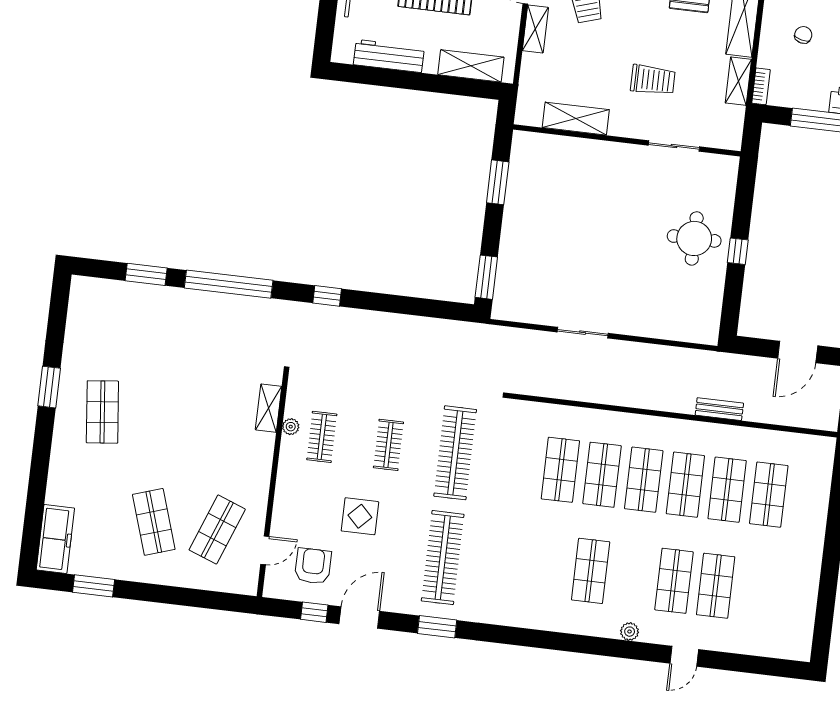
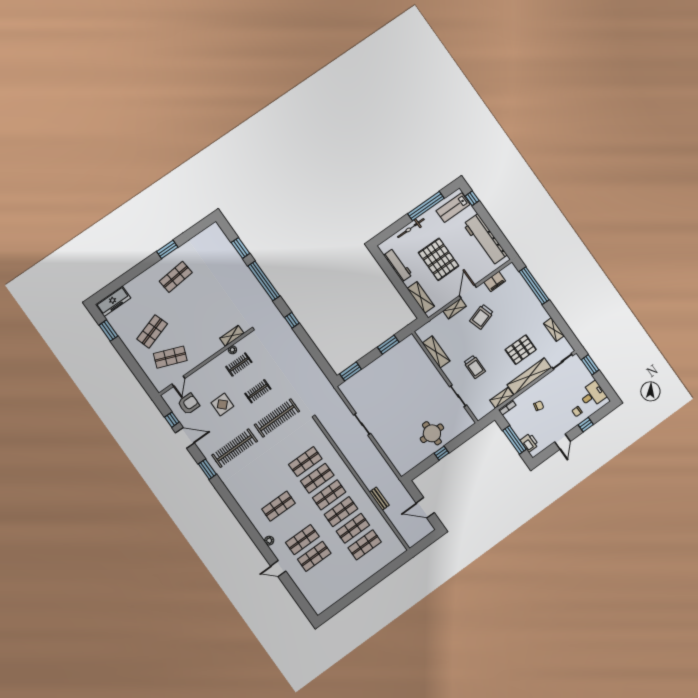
door: (265, 550) -> (178, 381), hinge flipped

